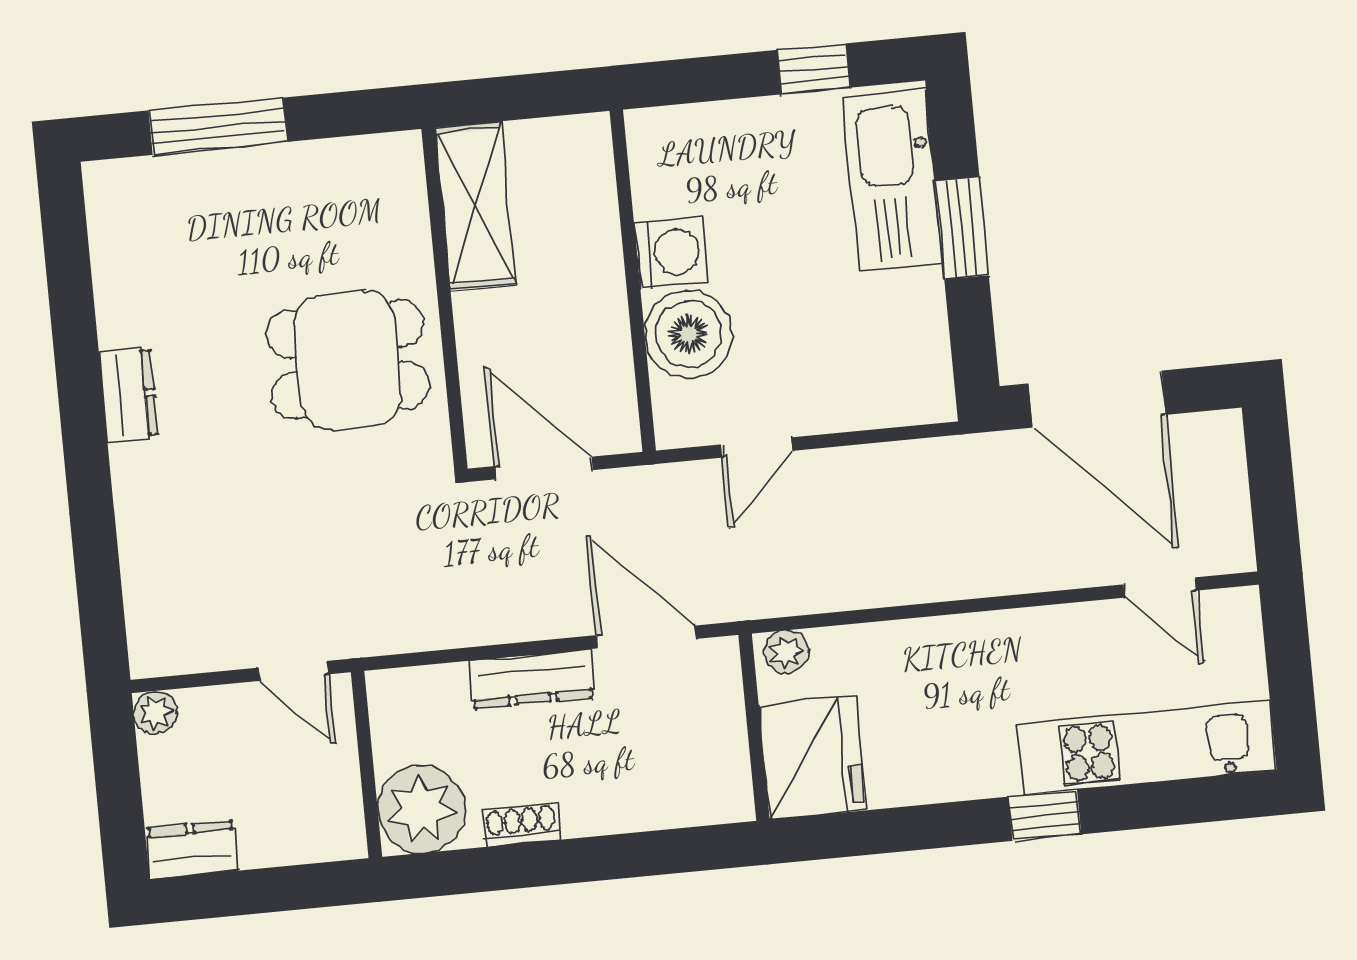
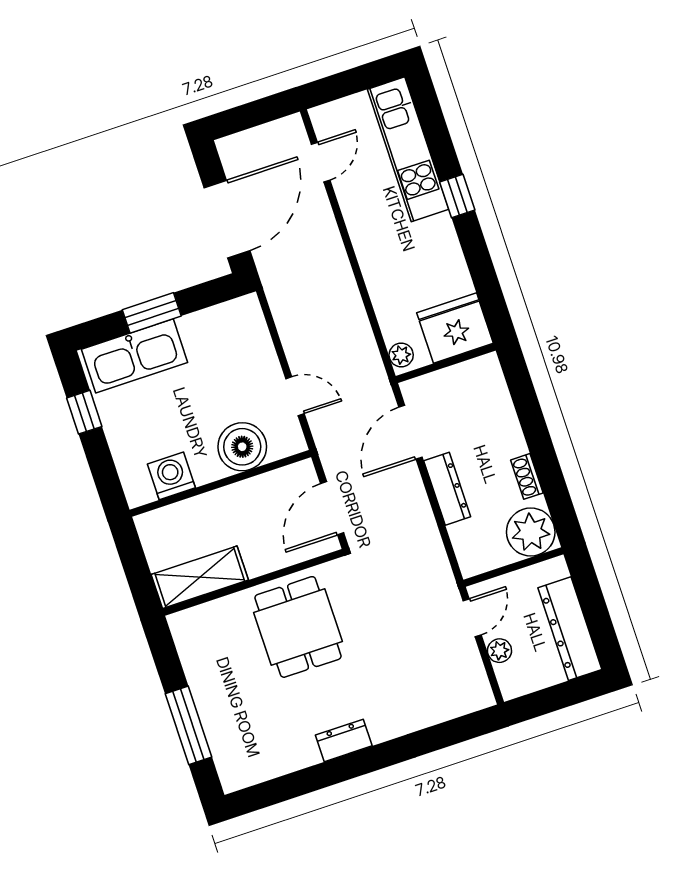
washing machine: (671, 252) -> (171, 476), moved
plant: (155, 713) -> (499, 651), moved
dresser: (192, 850) -> (570, 629), width x1.96, depth x1.24

